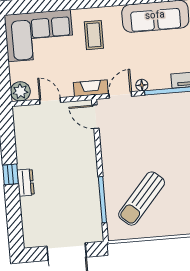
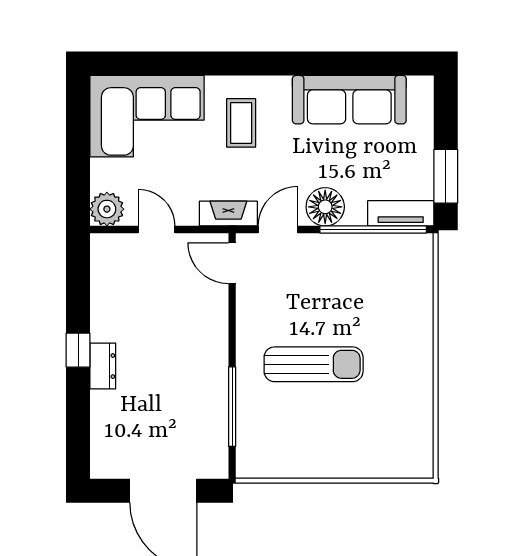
floor lamp: (142, 85) -> (325, 207), width x1.89, depth x1.89
sun lounger: (142, 199) -> (314, 364), moved, turned -131

